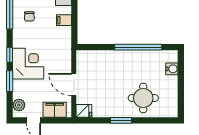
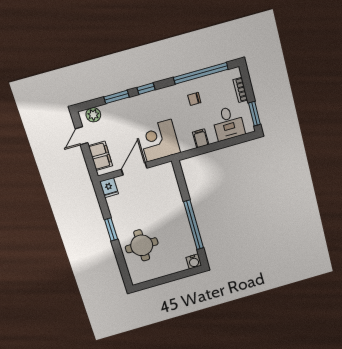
corner desk: (28, 64) -> (159, 141), moved, turned 180
water cooler: (172, 69) -> (194, 262), moved

